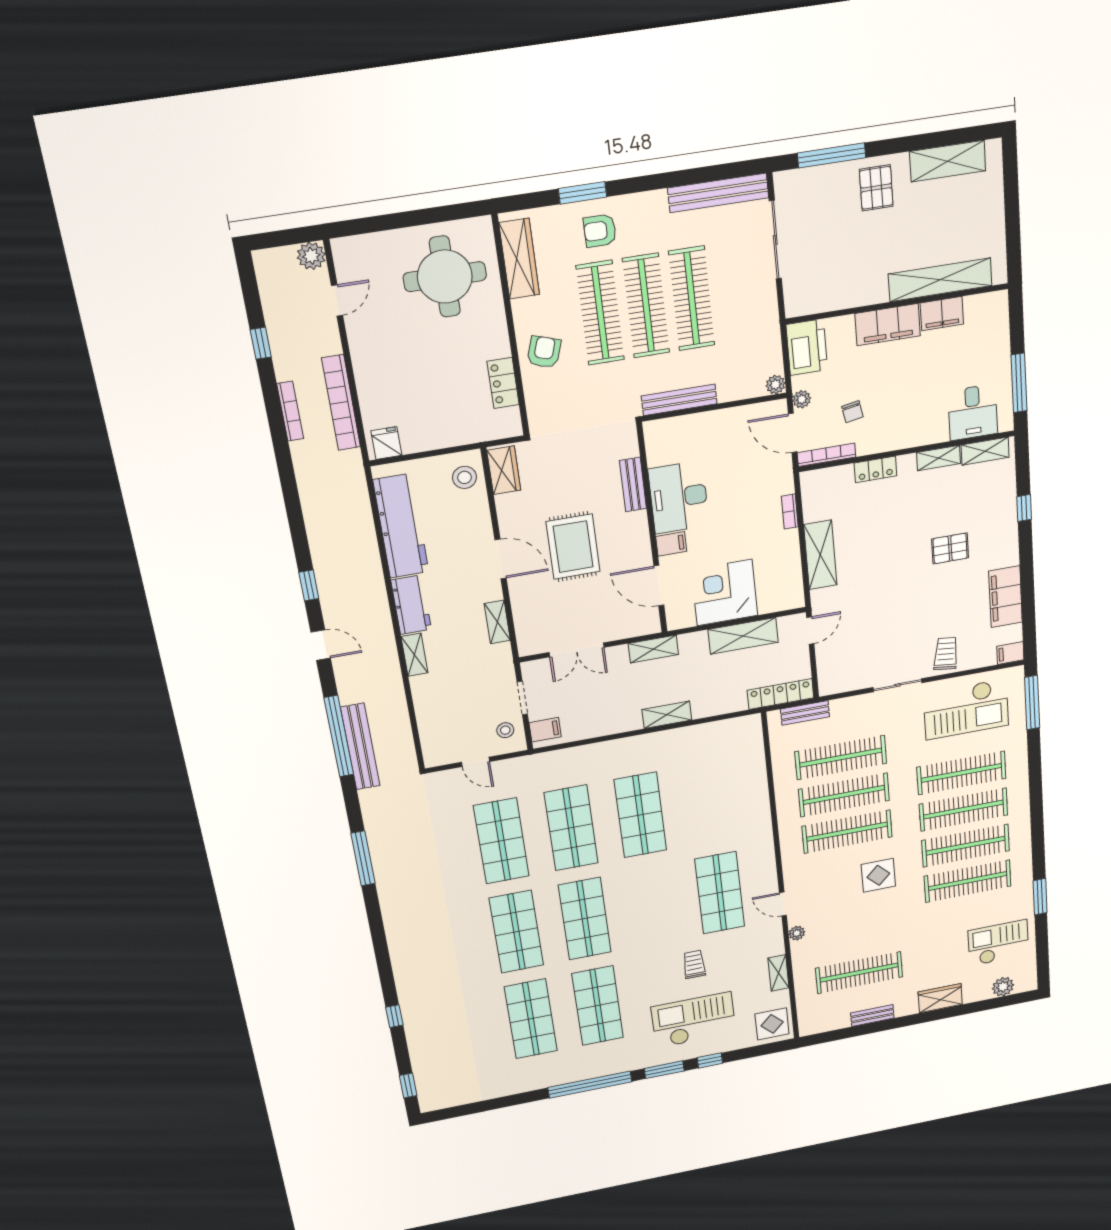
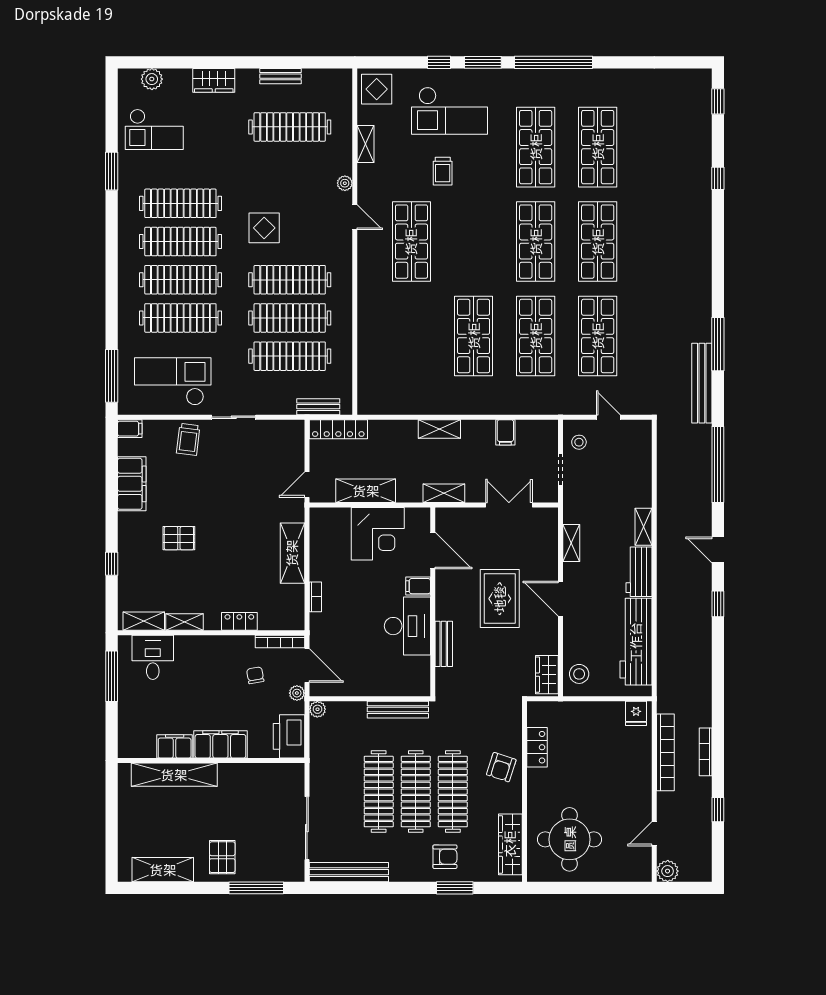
filing cabinet: (545, 730) -> (505, 432), moved, turned -90
bench: (360, 747) -> (702, 383), moved

